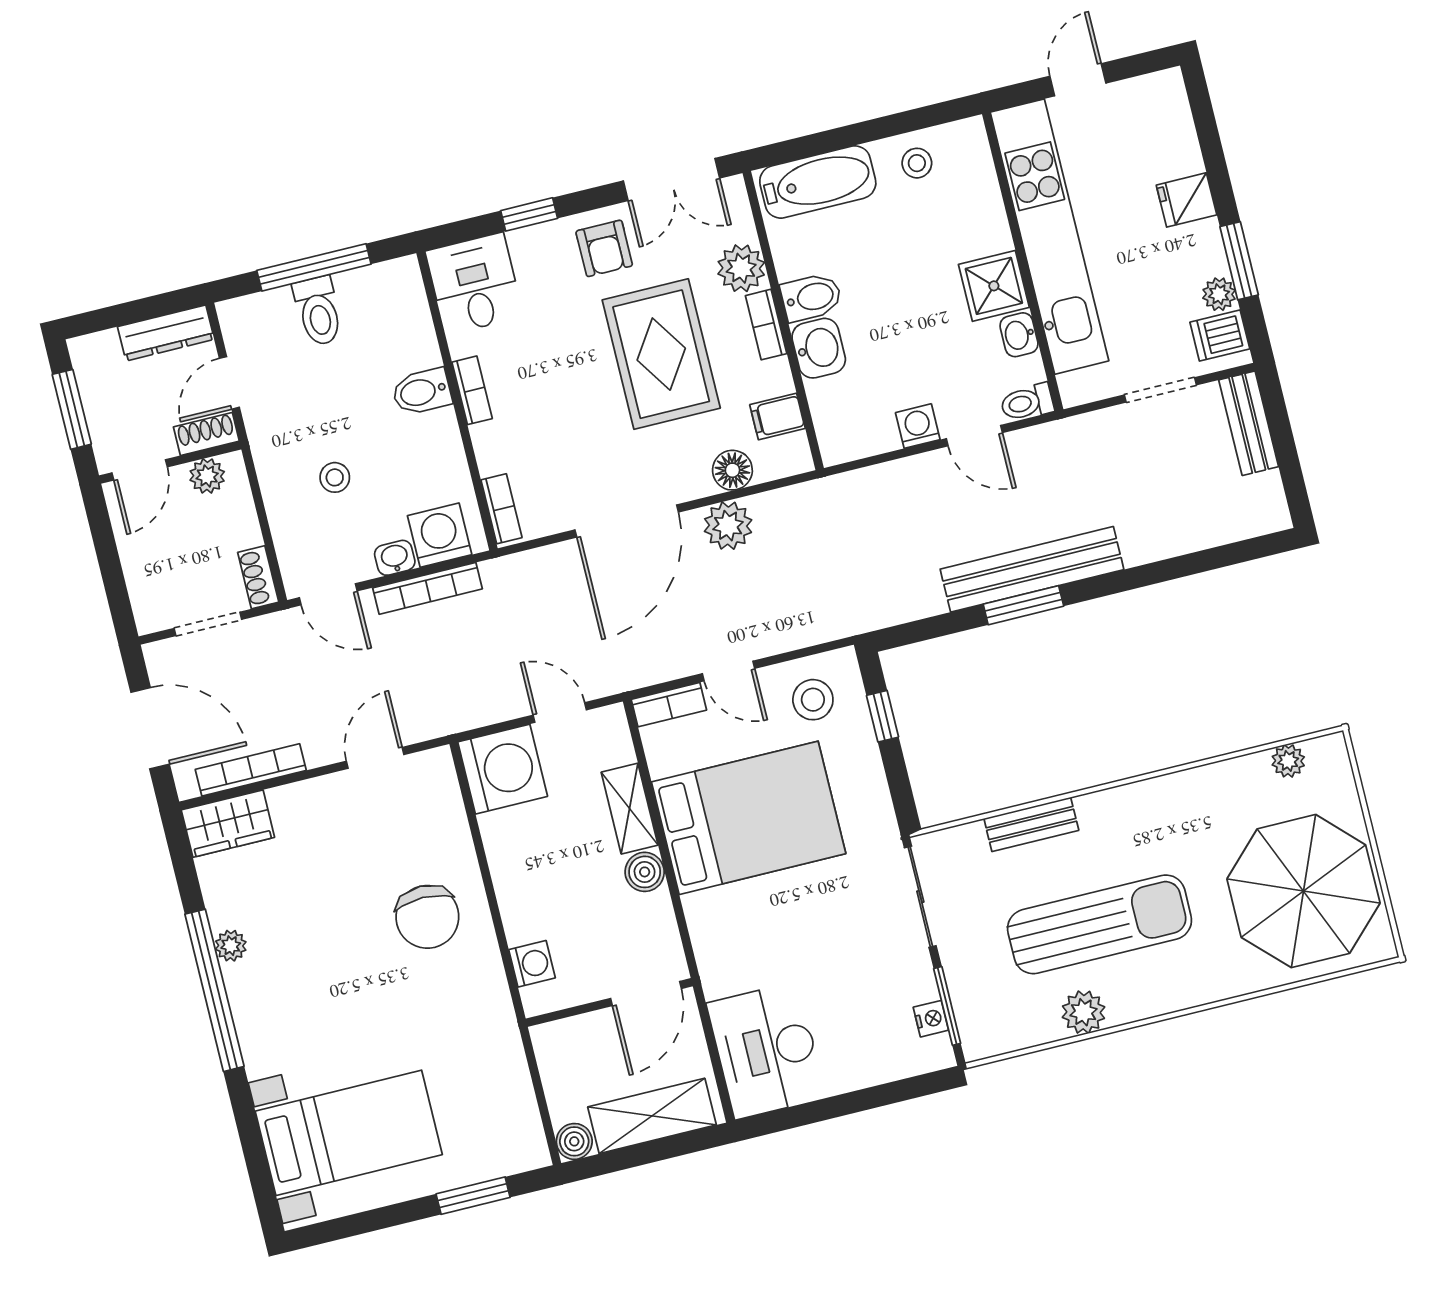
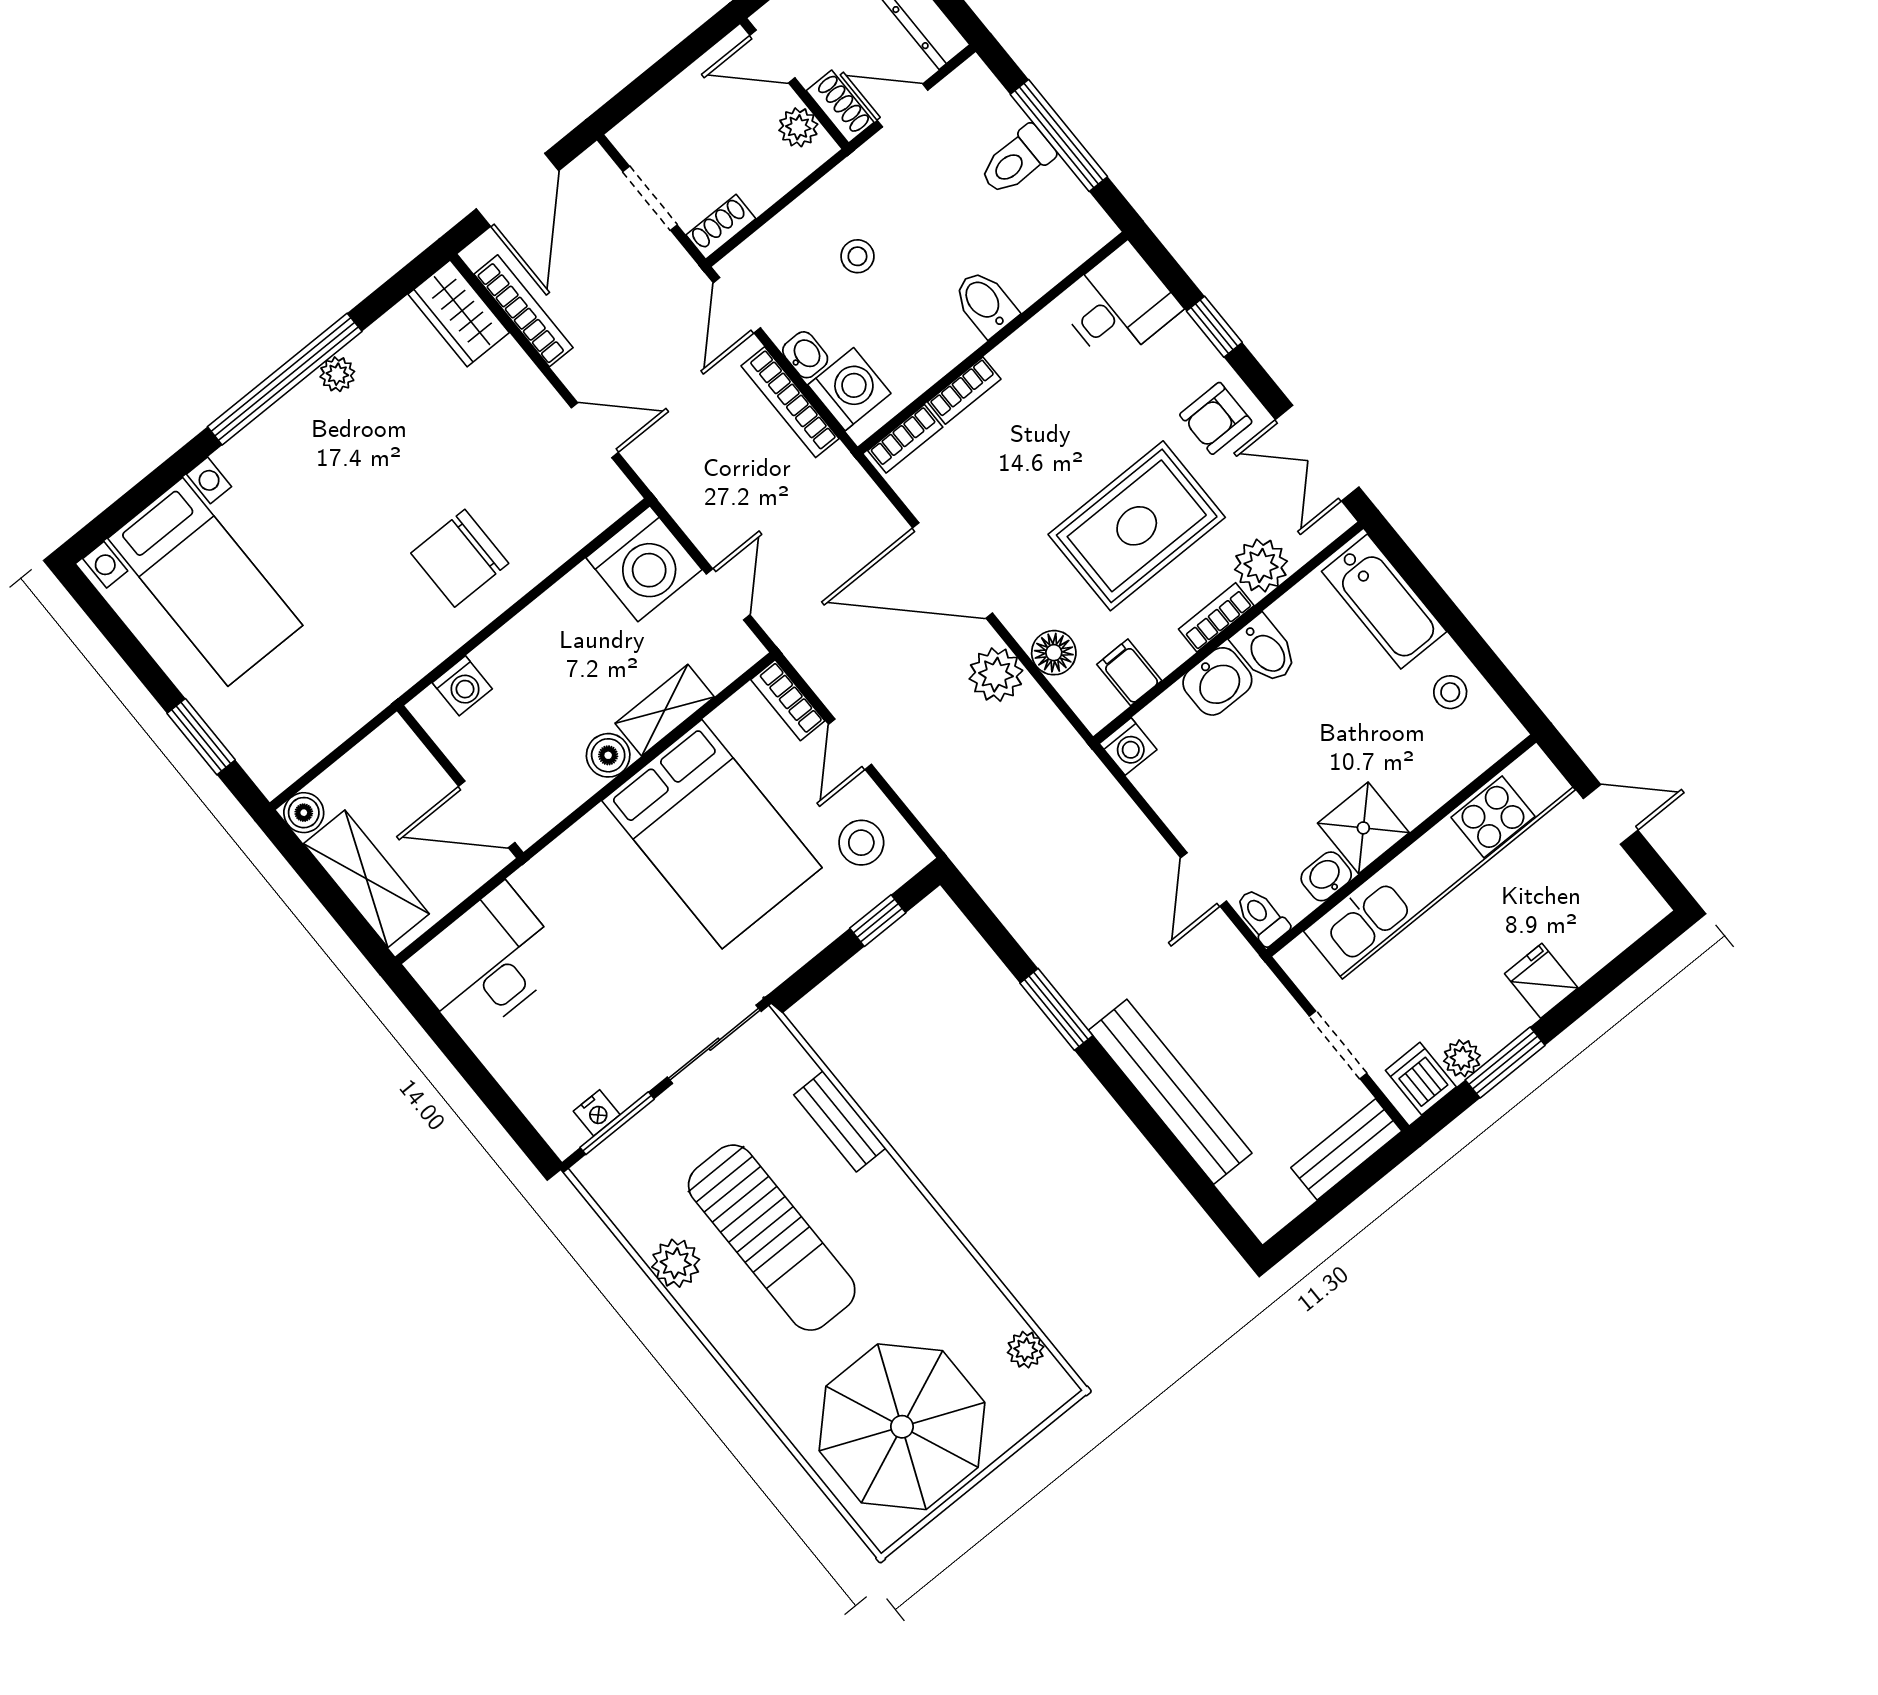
bookcase: (472, 390) -> (964, 391), moved
washing machine: (918, 426) -> (1128, 747), moved, turned 90
bench: (1032, 569) -> (1170, 1092), moved

